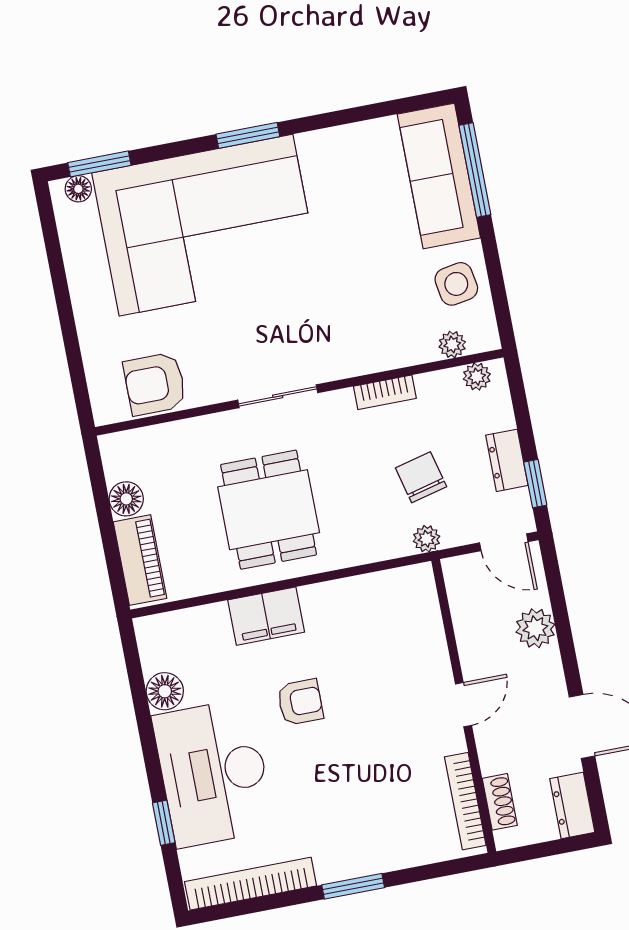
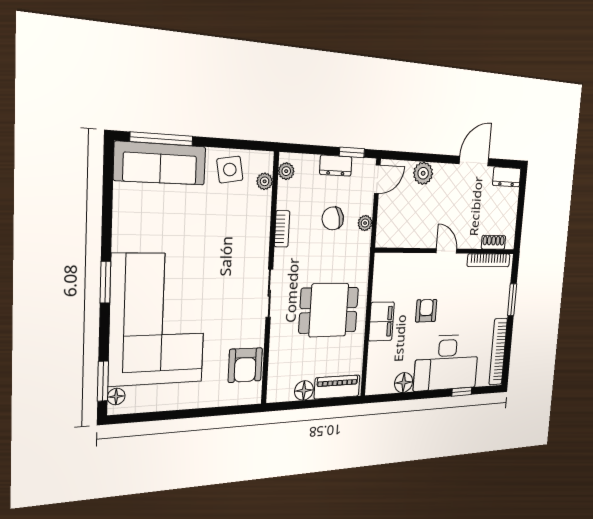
door: (463, 705) -> (446, 251), moved
wall: (464, 706) -> (447, 251), moved
bookcase: (465, 801) -> (489, 260), moved
shoe rack: (500, 802) -> (493, 242), moved

